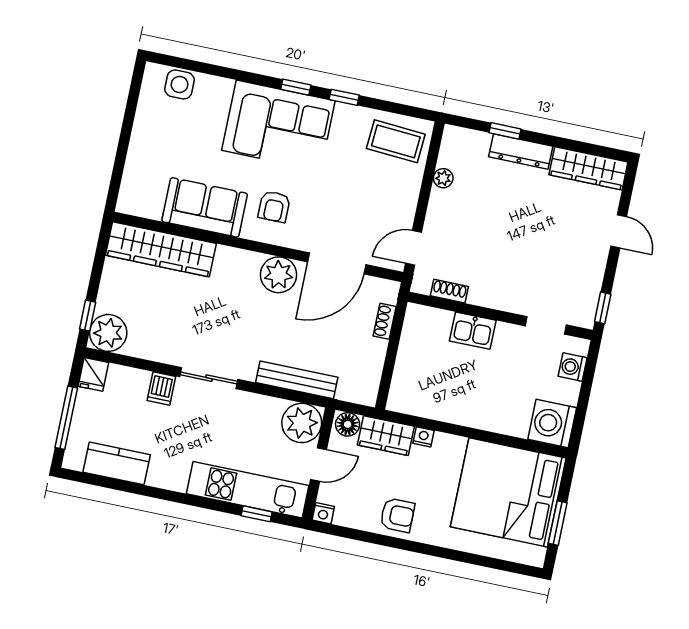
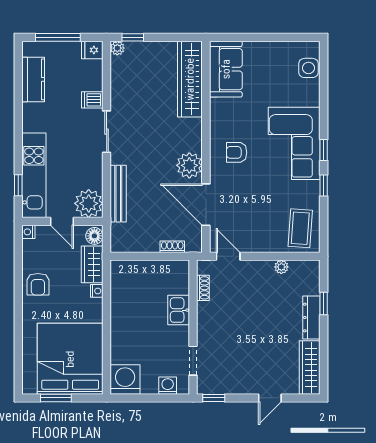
sofa: (205, 207) -> (226, 69), moved
plant: (108, 333) -> (117, 48), width x0.53, depth x0.53

